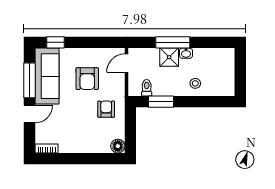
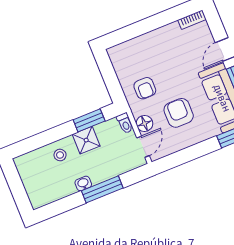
shower: (169, 57) -> (86, 140), moved
toilet: (147, 88) -> (125, 123), moved
floor lamp: (118, 146) -> (144, 123), moved

